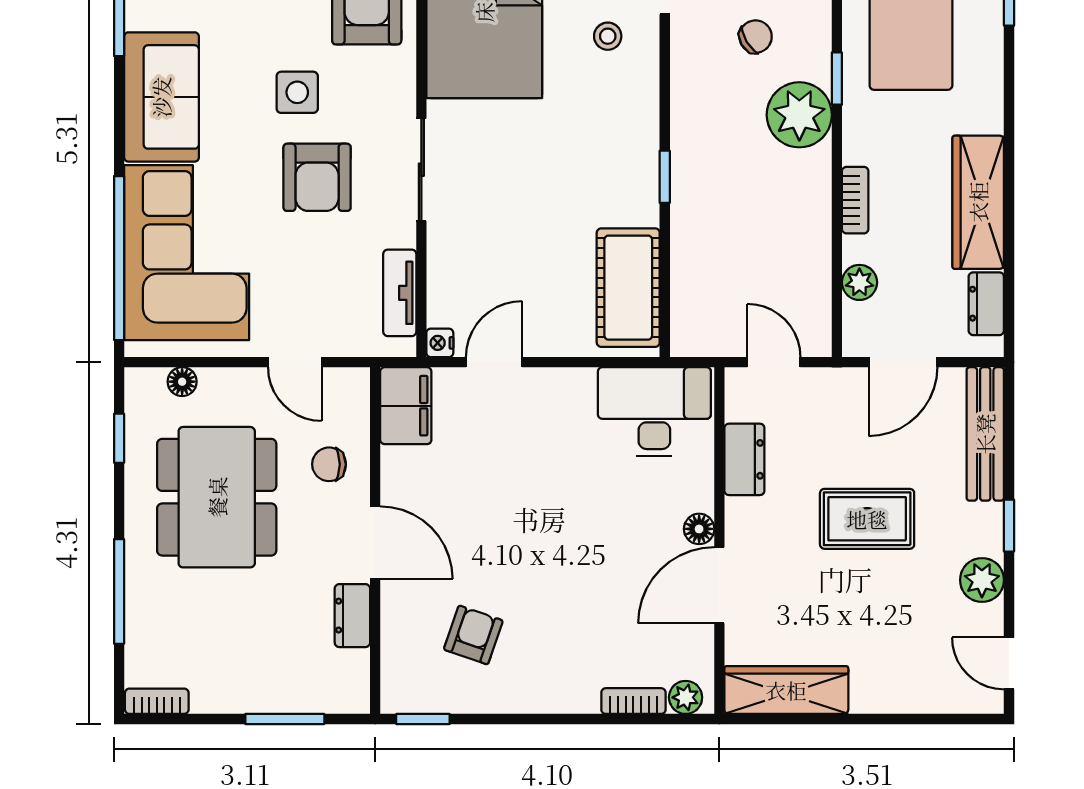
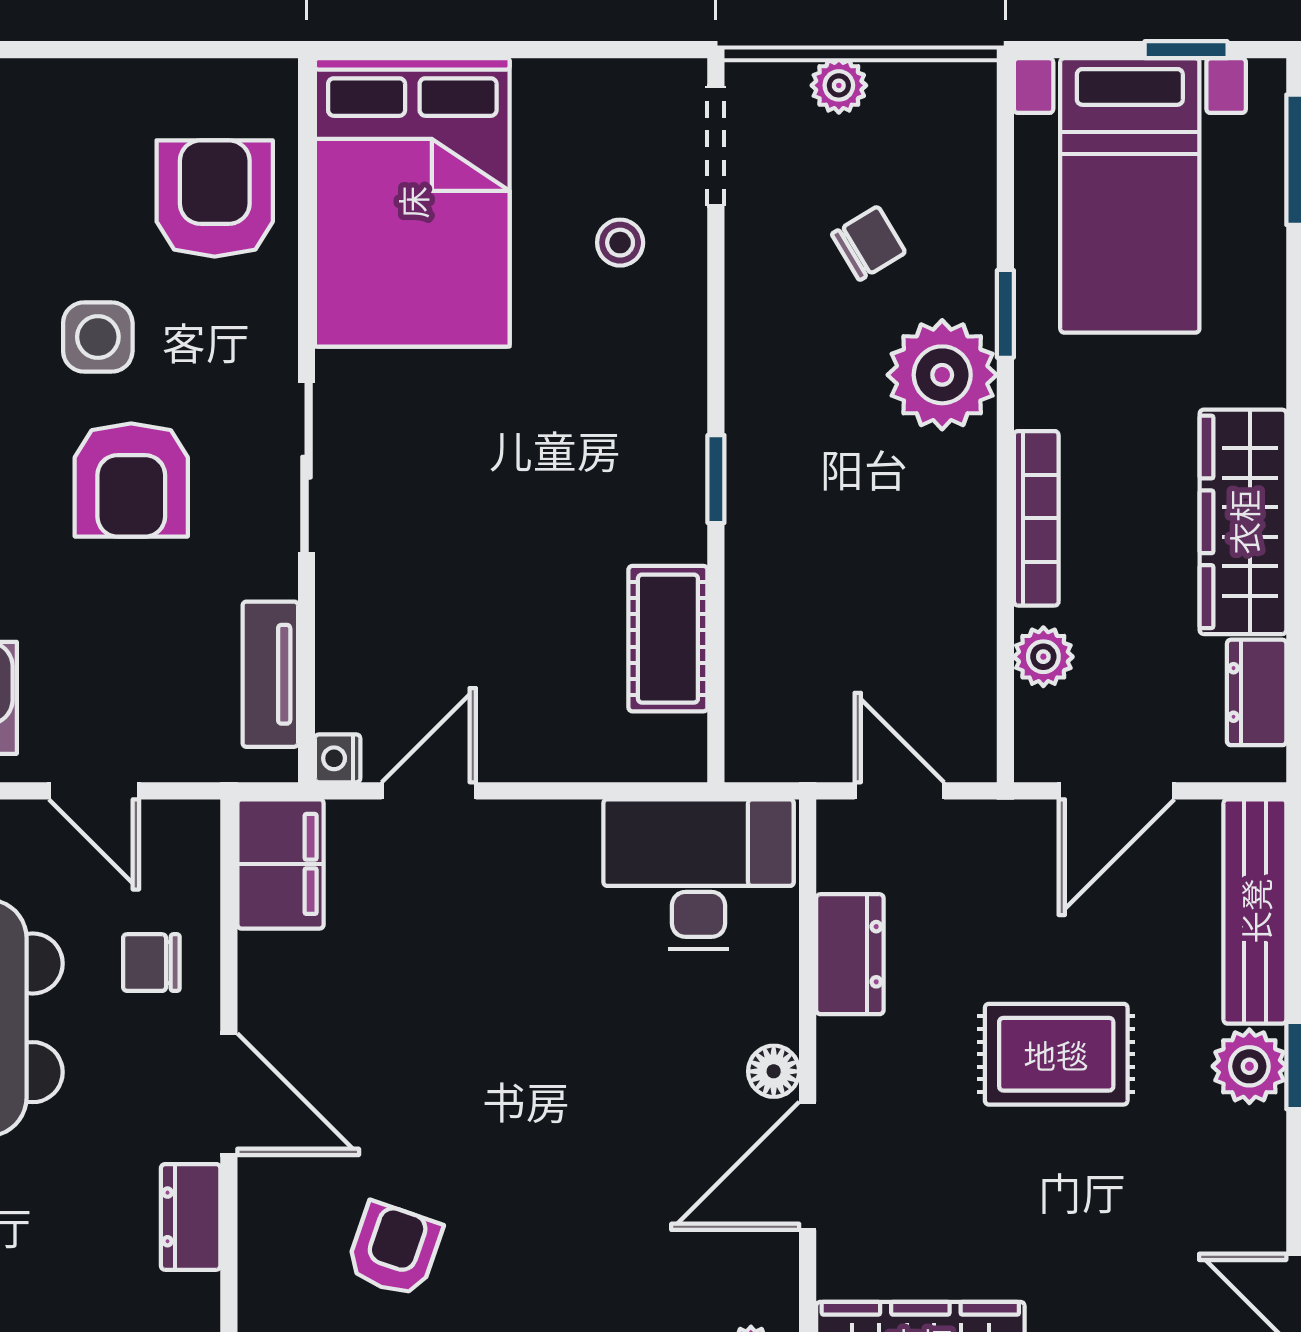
bookcase: (855, 200) -> (1036, 518), width x1.56
cot: (628, 288) -> (668, 639), width x0.73, depth x0.75
plant: (982, 580) -> (1249, 1066), moved

